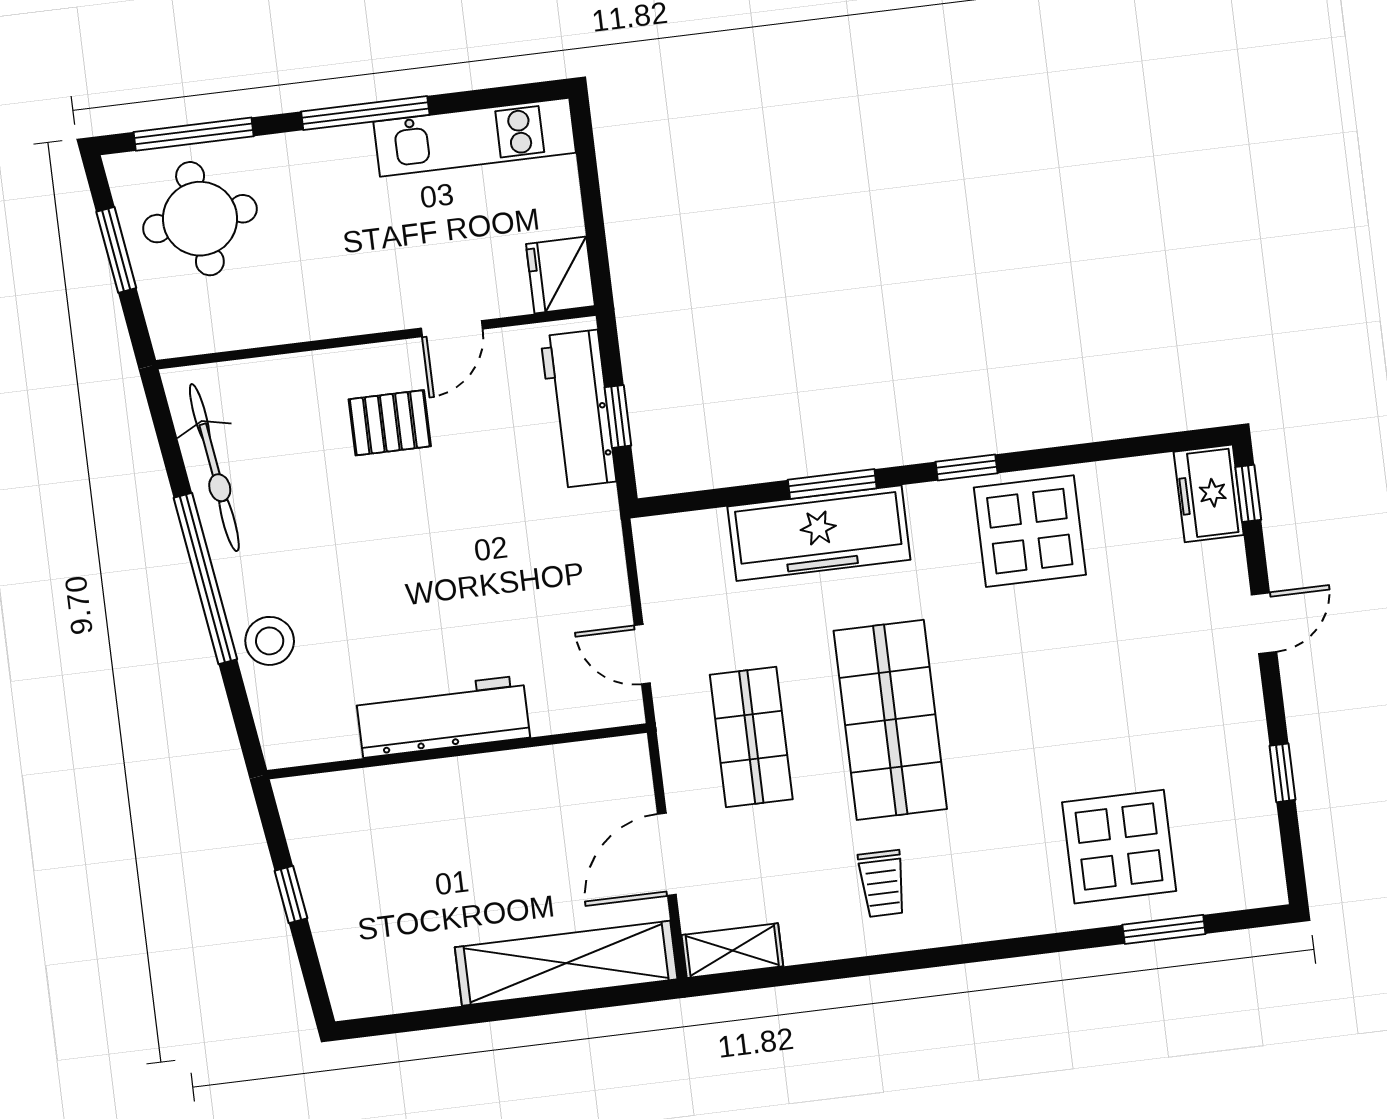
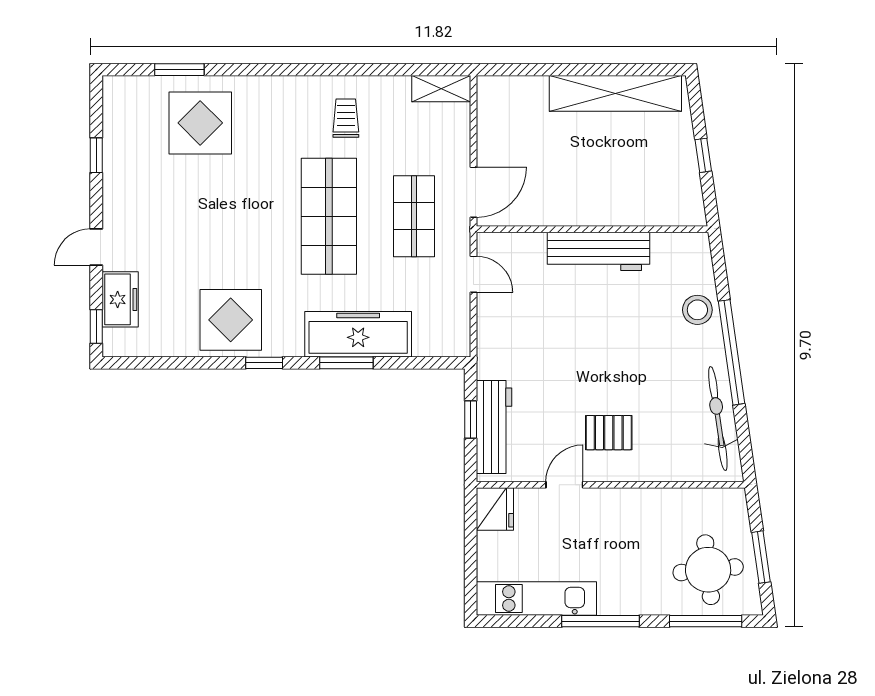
freezer: (1209, 493) -> (120, 299), moved
door: (667, 854) -> (474, 192), moved
shelving: (566, 963) -> (615, 93), moved

